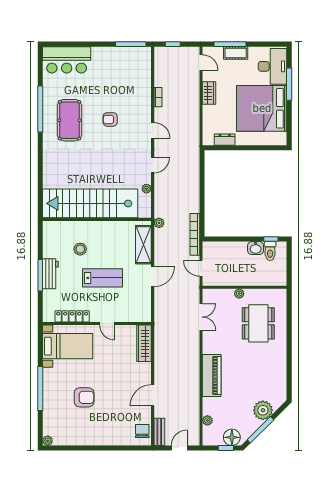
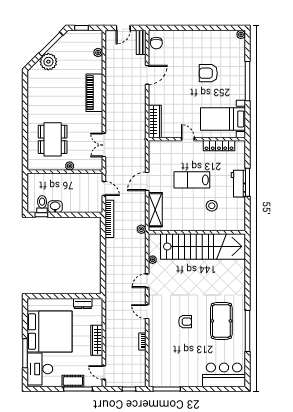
wardrobe: (209, 93) -> (97, 340), width x1.50
floor lamp: (232, 437) -> (76, 37), removed

